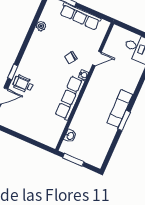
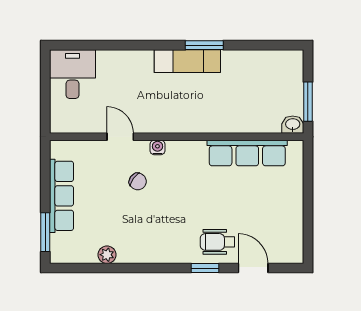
wheelchair: (23, 84) -> (217, 242), turned 90
row of seats: (70, 98) -> (247, 153), moved
washbasin: (70, 136) -> (293, 125), moved

